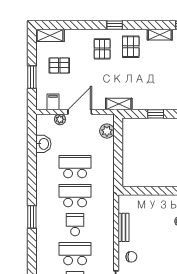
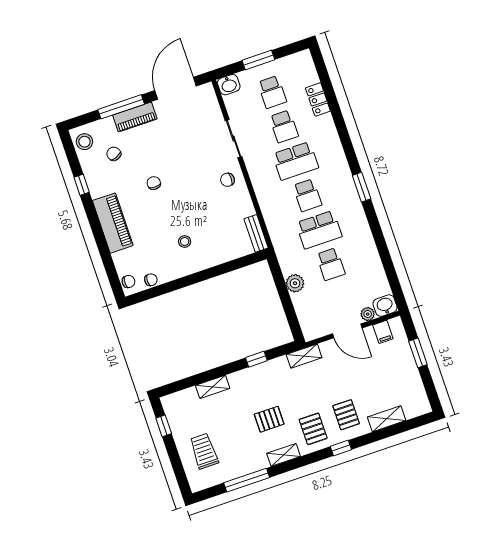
shelving: (50, 35) -> (387, 419), moved
pallet: (59, 65) -> (269, 419), moved
door: (80, 112) -> (347, 331), hinge flipped
plant: (107, 131) -> (295, 283), moved
washbasin: (43, 144) -> (385, 306), moved, turned 90
school desk: (75, 167) -> (331, 264), width x0.54
bench: (124, 227) -> (256, 233), moved

